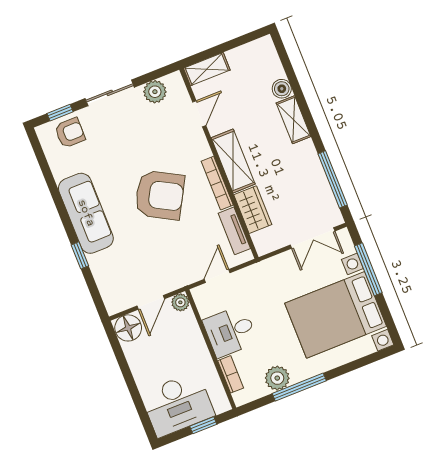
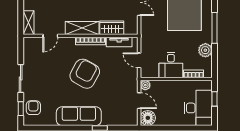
plant: (155, 92) -> (30, 55), removed
door: (199, 114) -> (50, 36), swing flipped
window: (299, 387) -> (215, 28), moved

